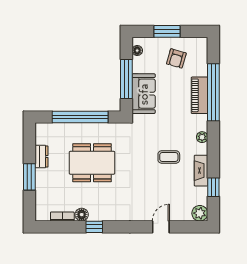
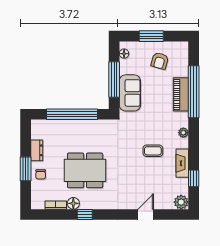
dining table: (92, 163) -> (85, 170), moved
chair: (46, 183) -> (41, 174), added

